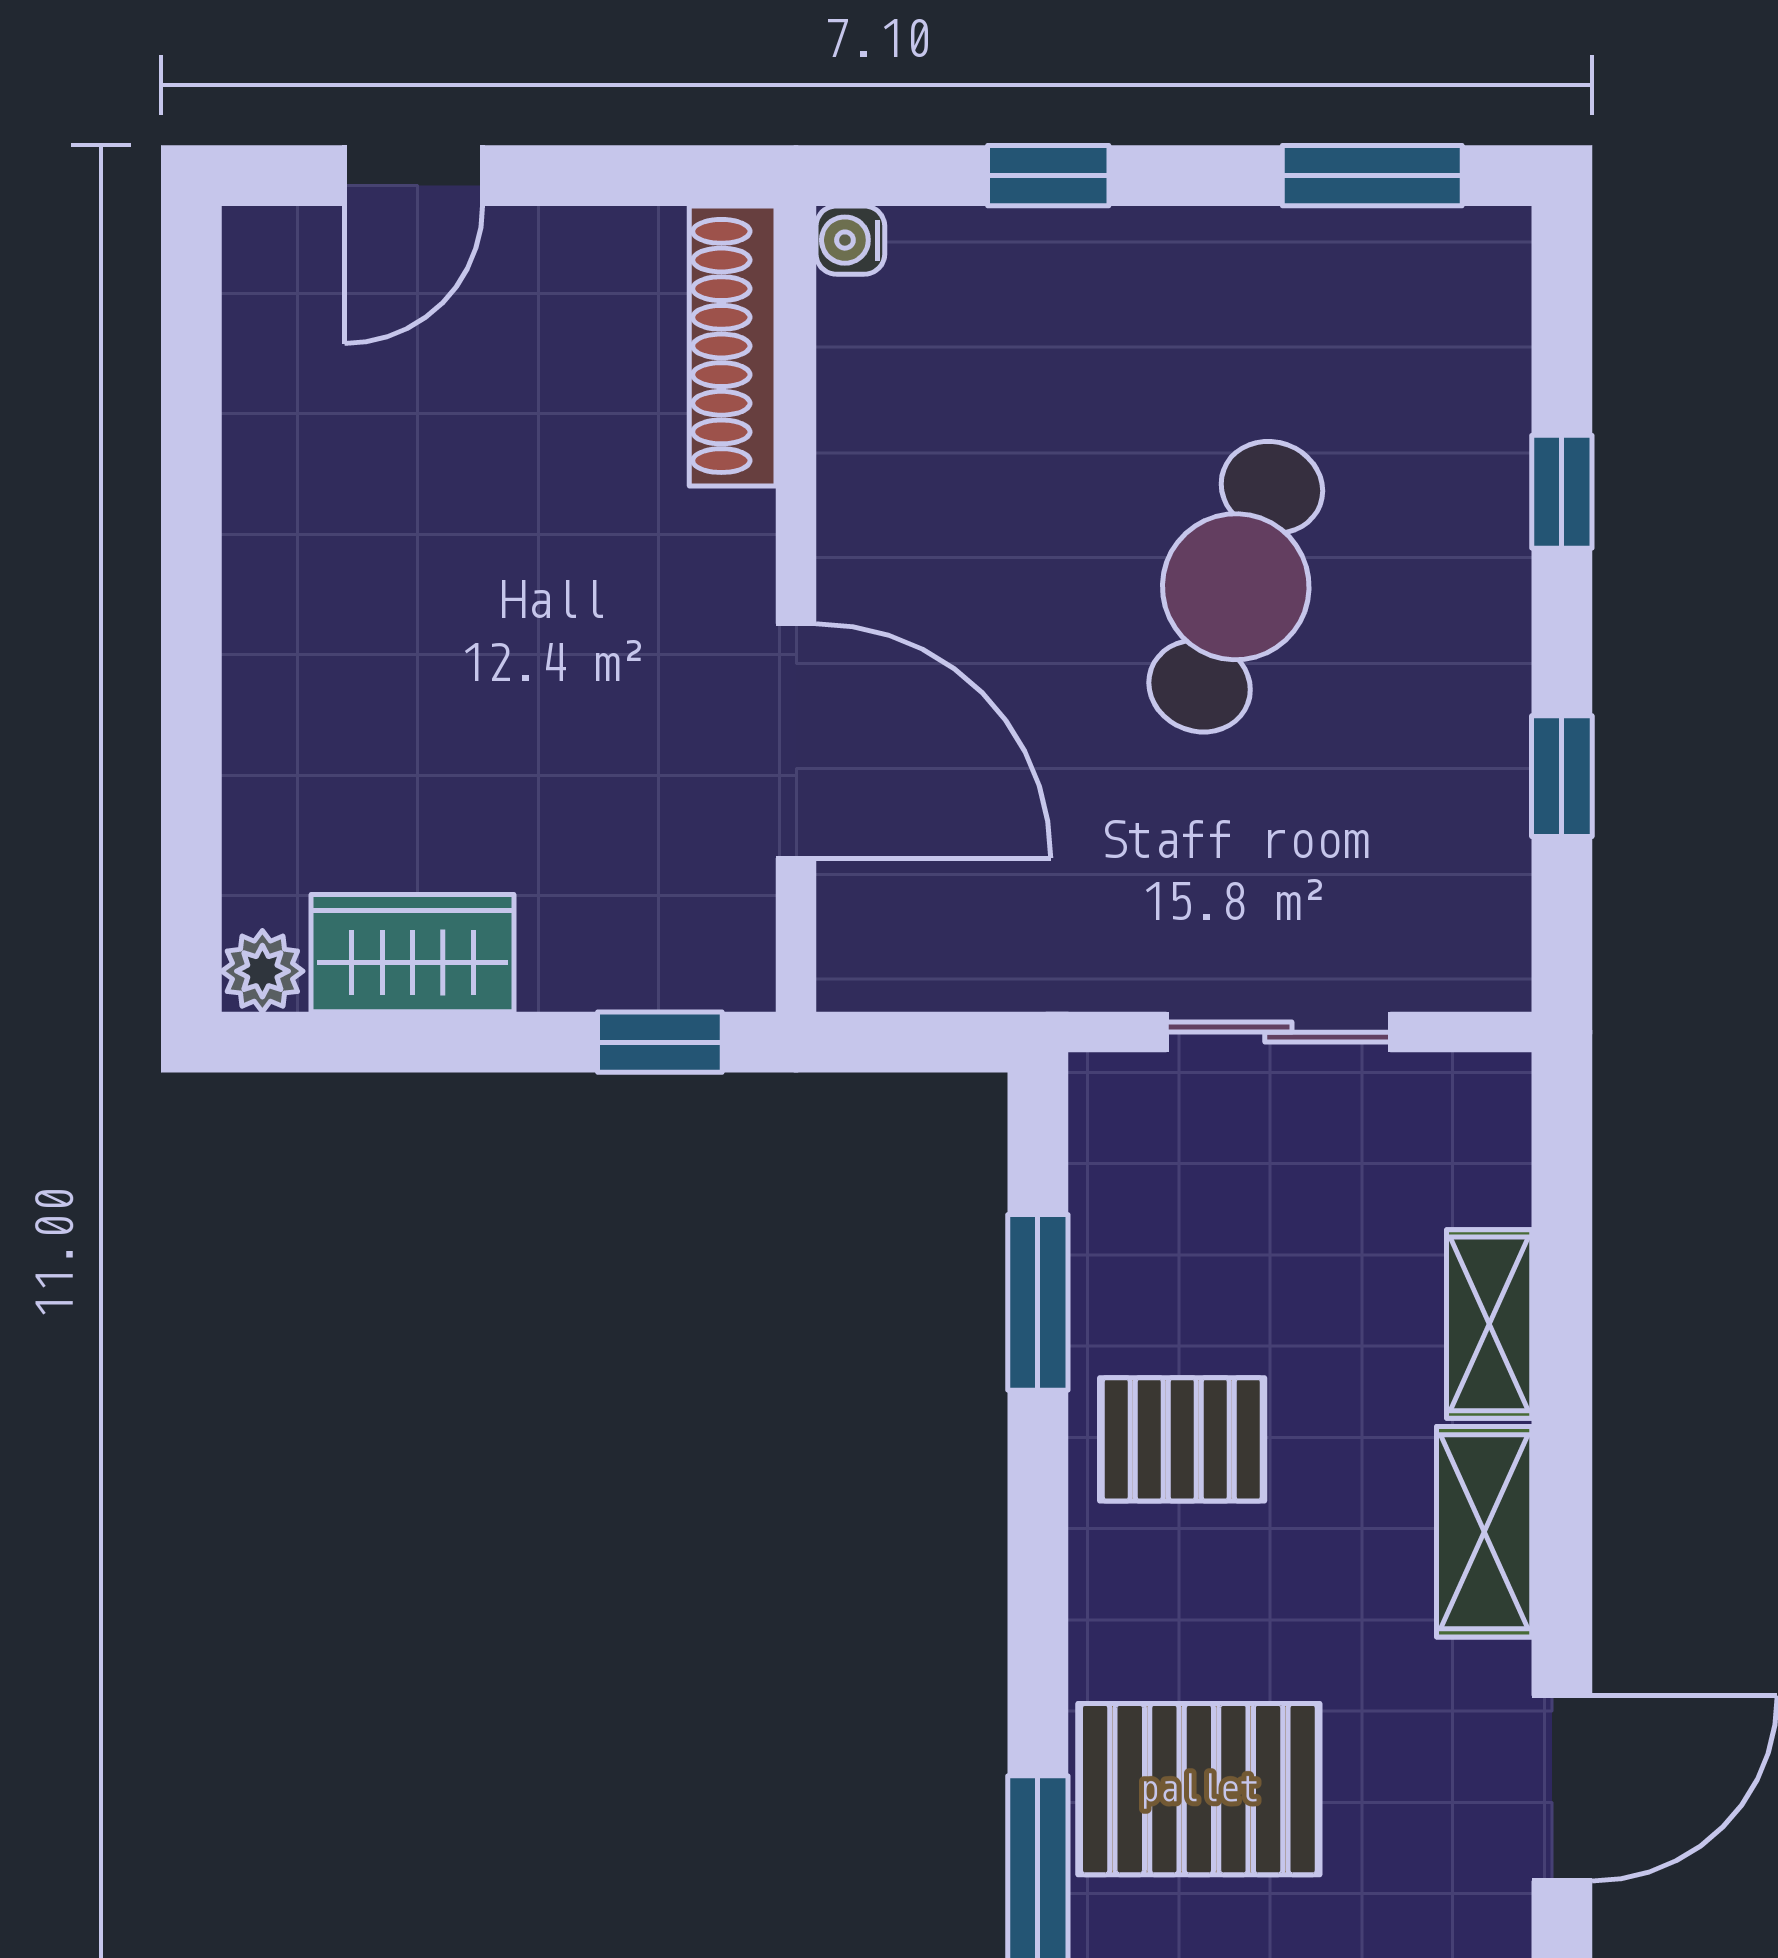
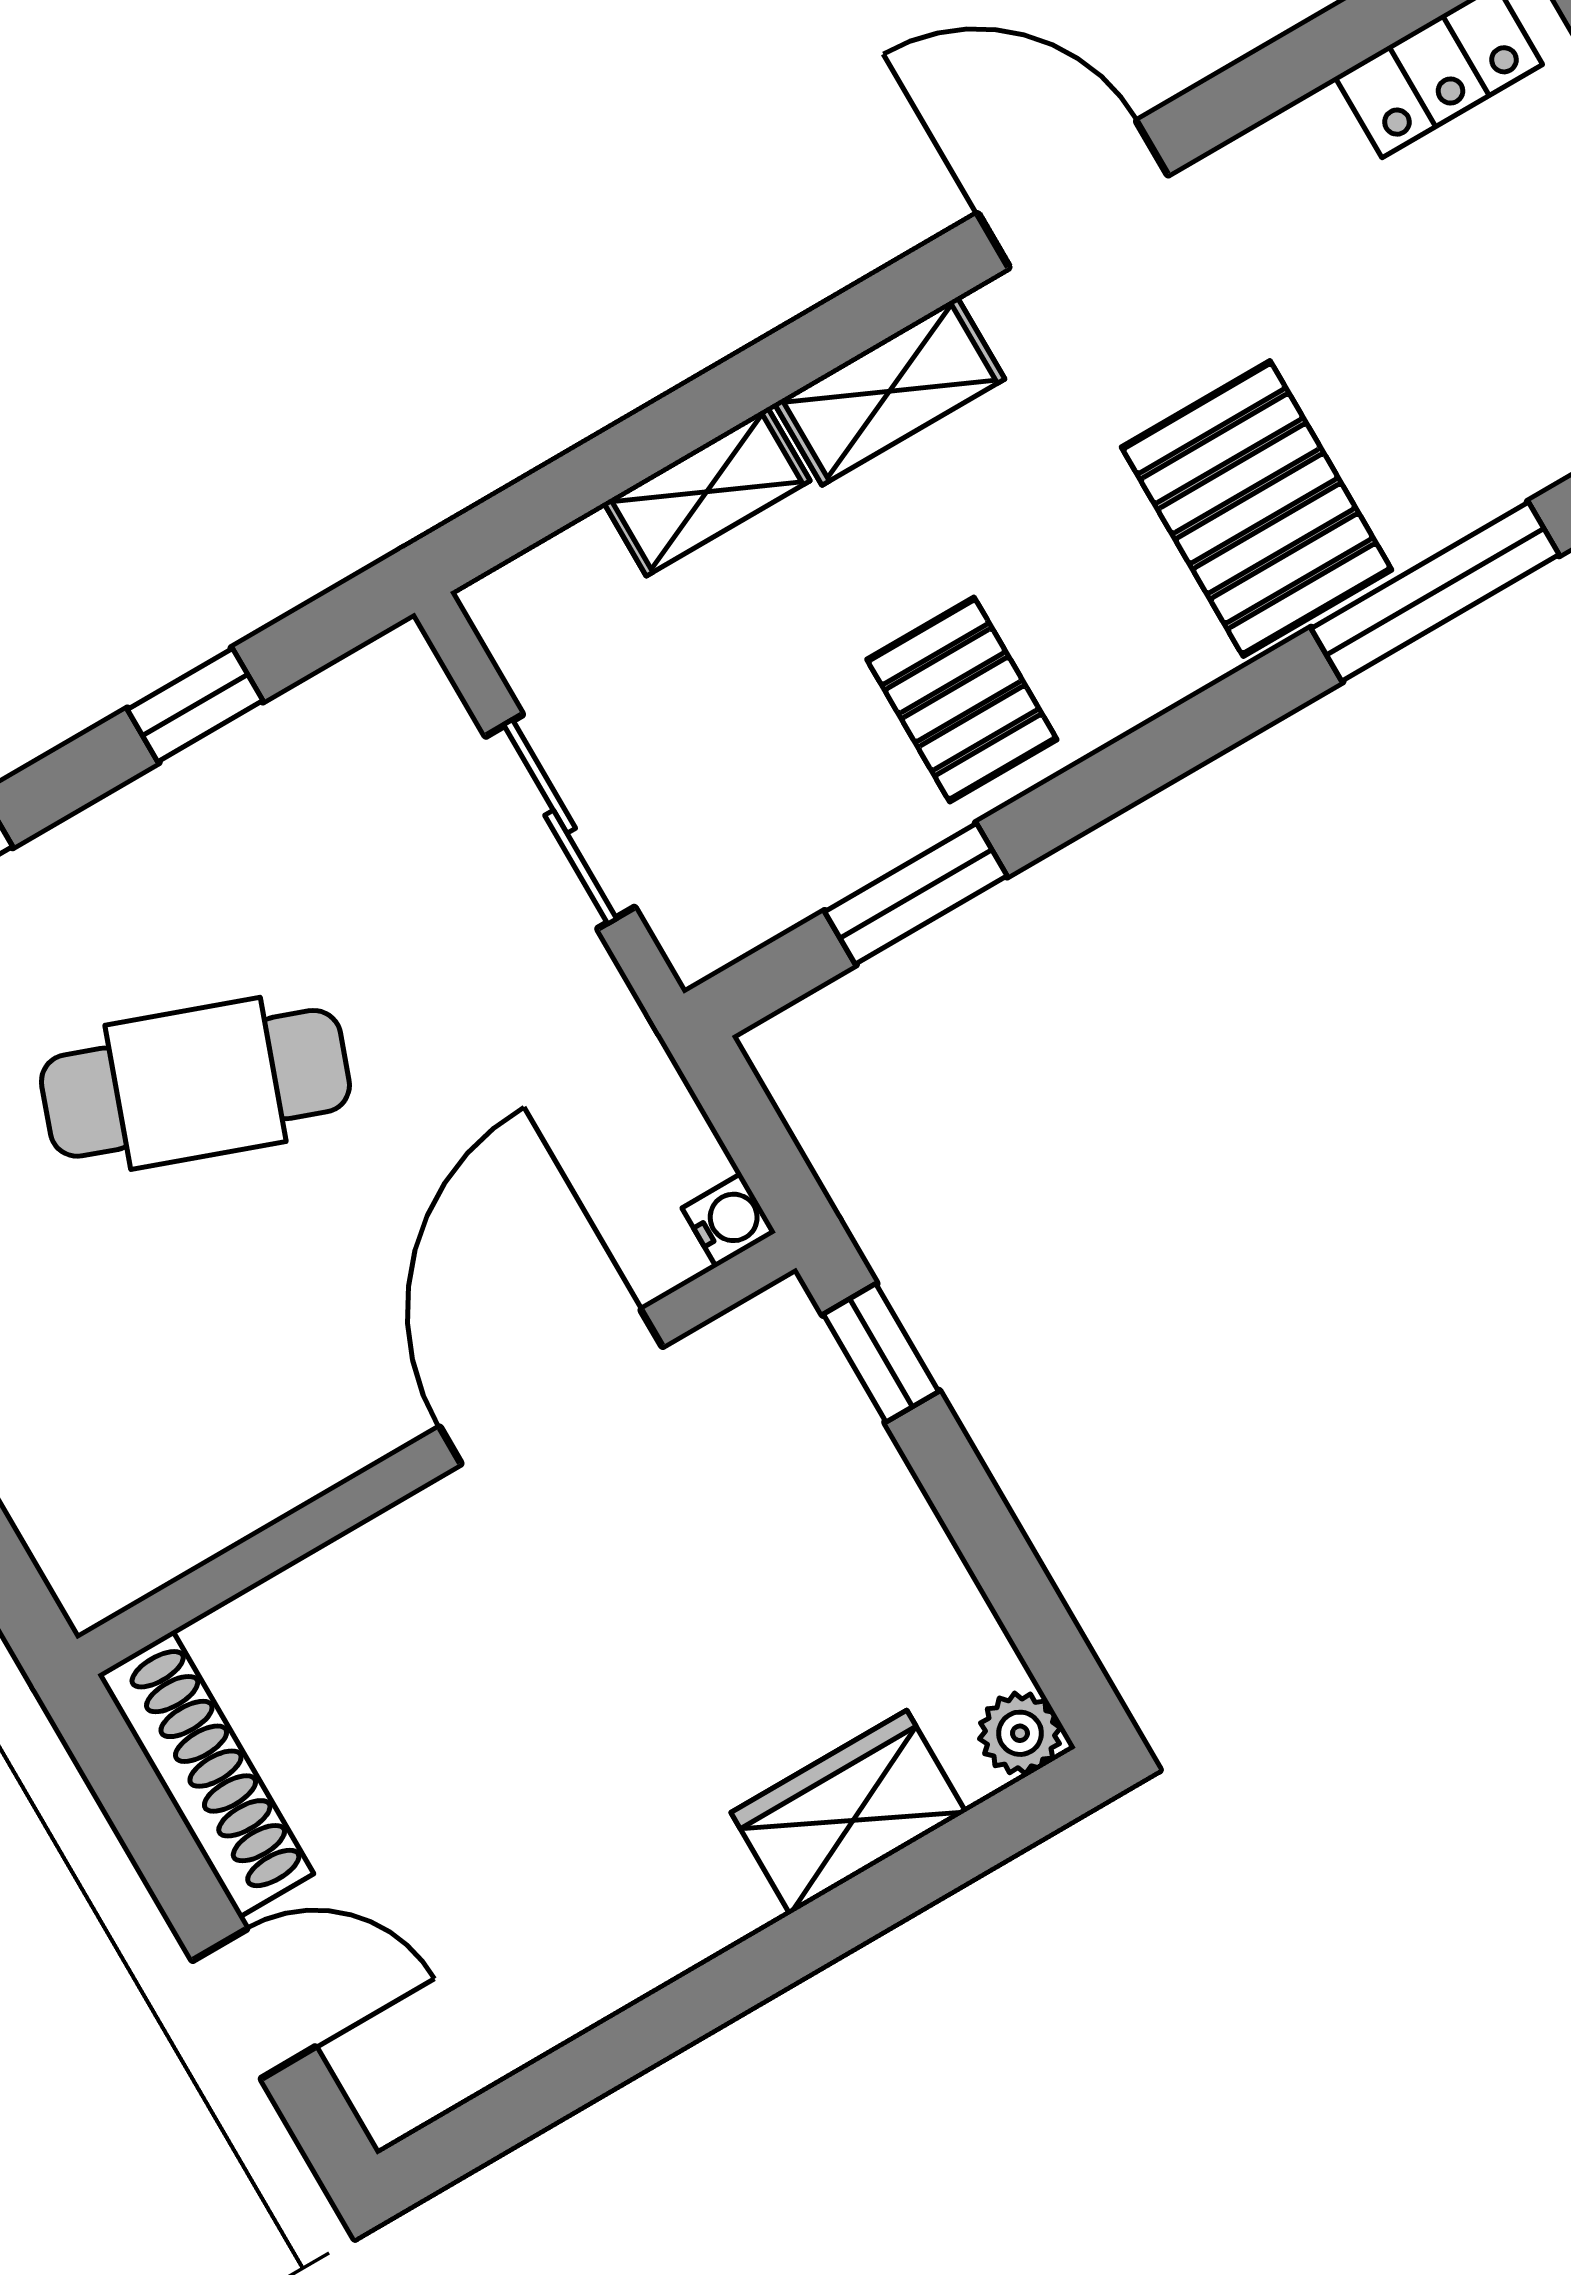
water cooler: (850, 240) -> (729, 1220), moved, turned -90
shoe rack: (733, 346) -> (206, 1774), moved, turned -90
wardrobe: (413, 953) -> (848, 1812), moved, turned 90

